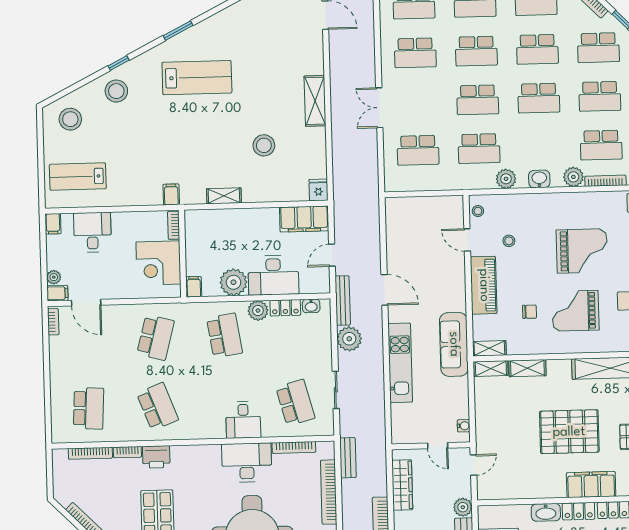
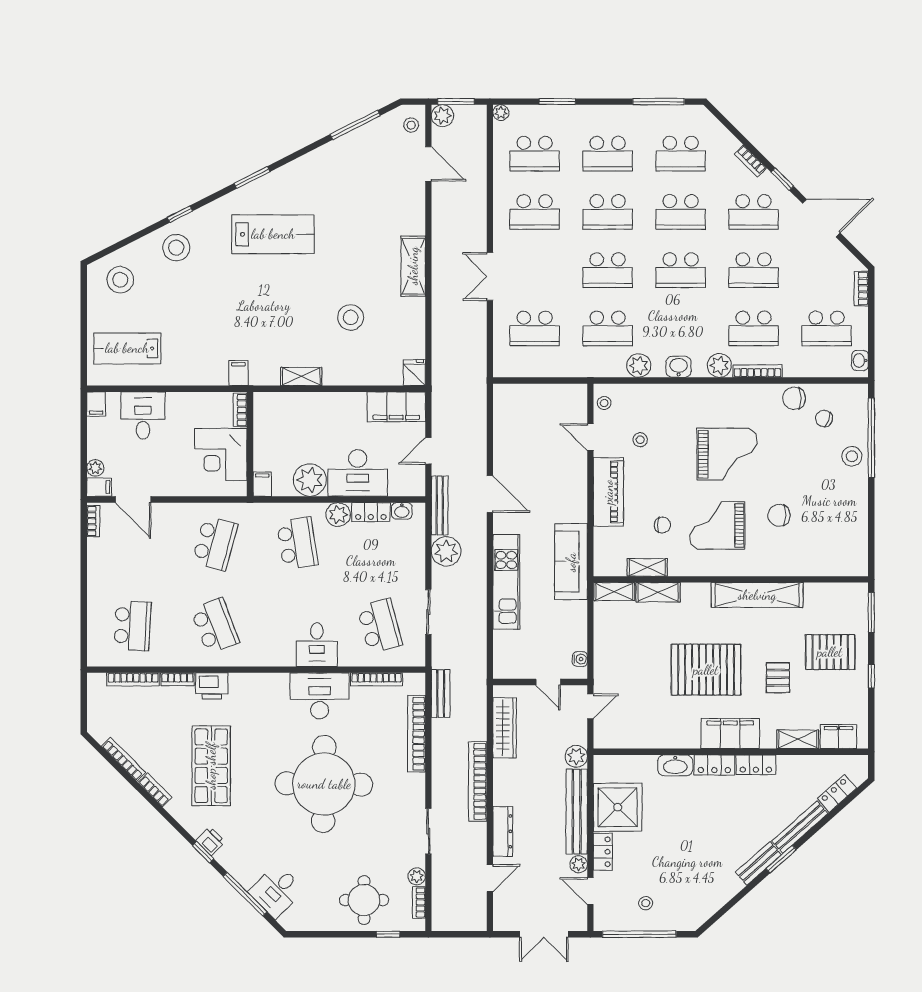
shelving: (489, 348) -> (647, 567), moved

